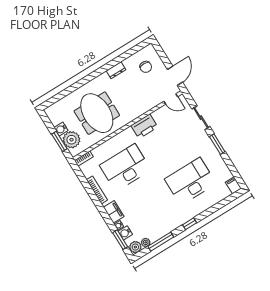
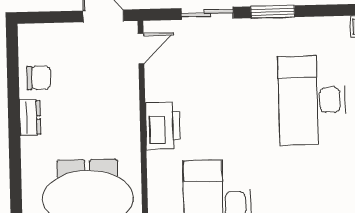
chair: (146, 67) -> (39, 78), moved

